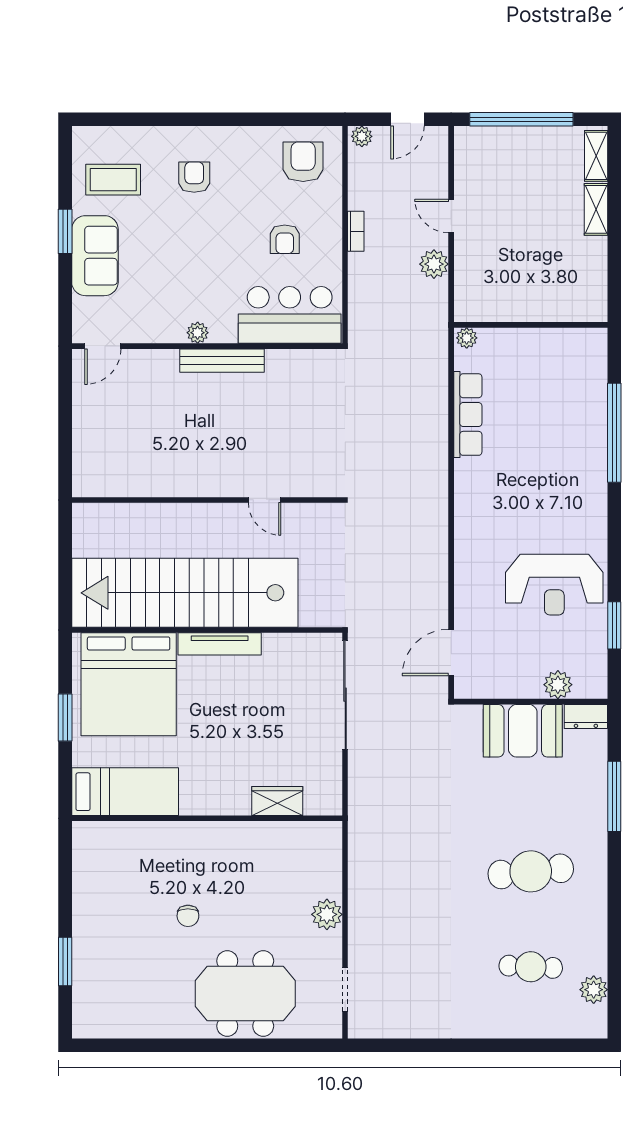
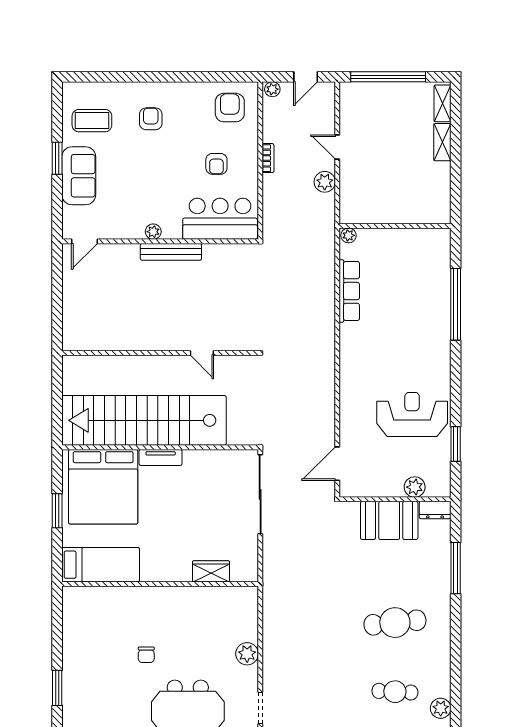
reception desk: (554, 585) -> (412, 414), turned 180
tv unit: (220, 644) -> (161, 457), width x0.71

